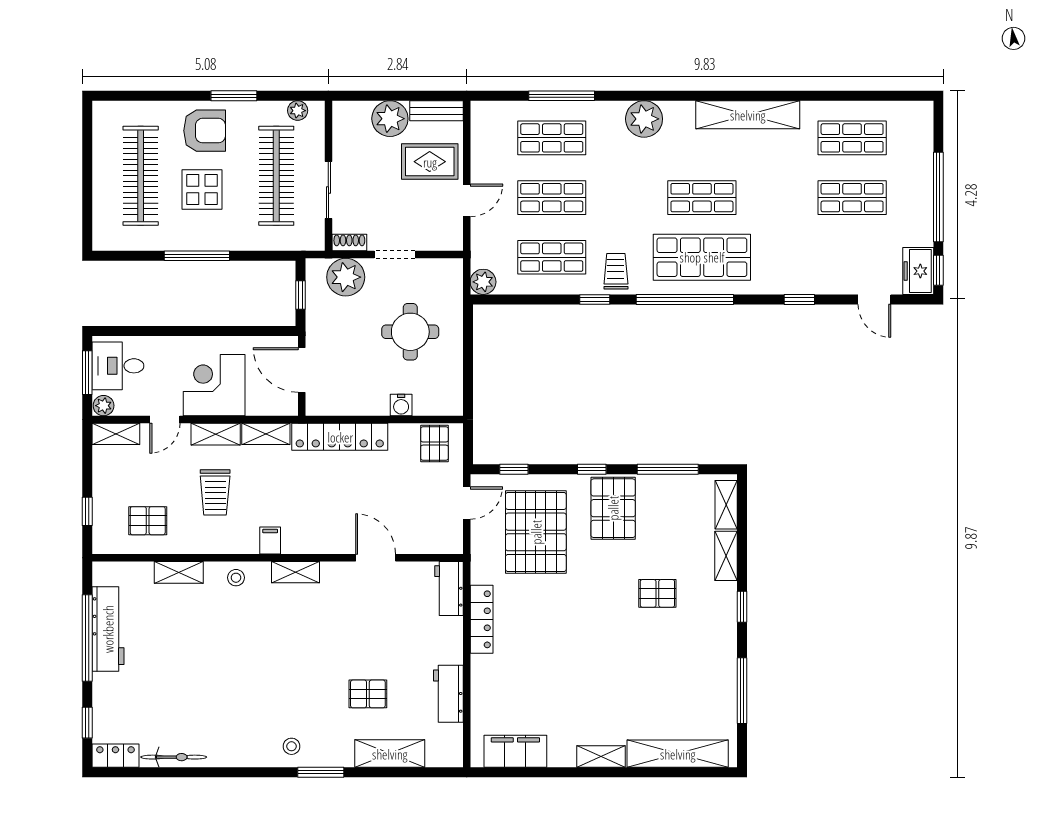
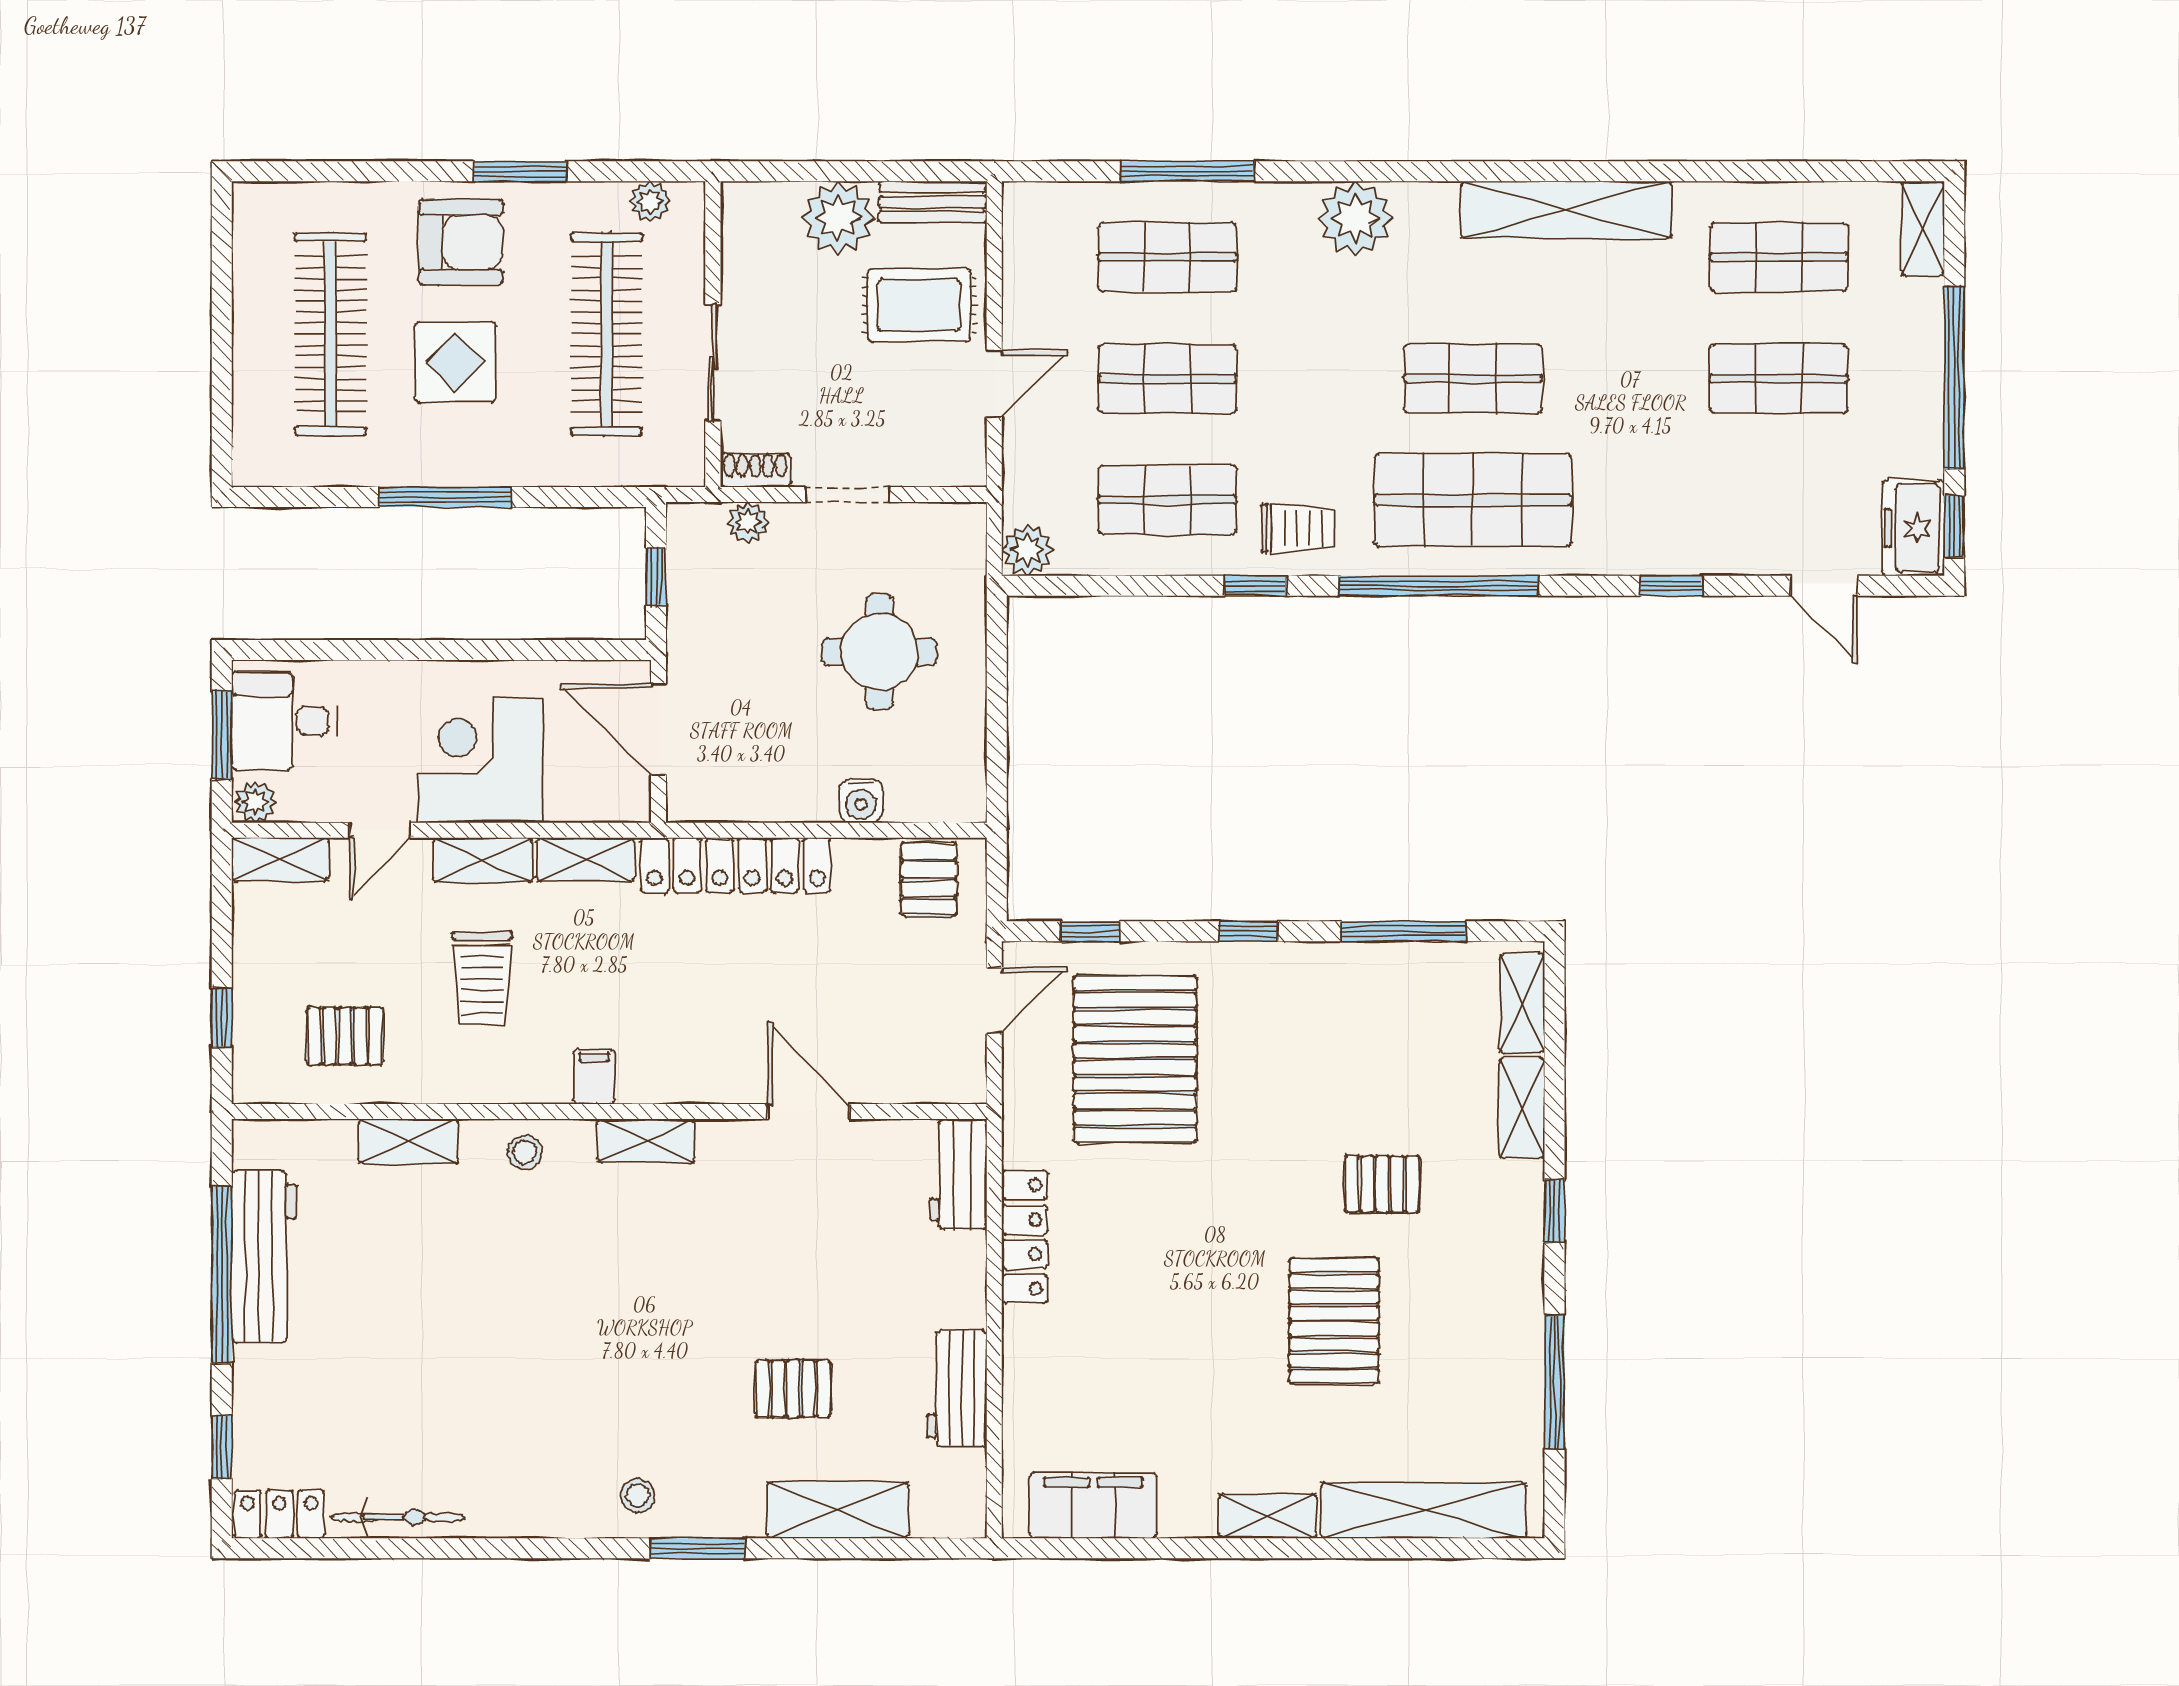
shelving: (923, 124) -> (1923, 229), added
trolley: (616, 271) -> (1298, 529), turned 90
plant: (346, 277) -> (748, 522), width x0.53, depth x0.53
pallet: (613, 508) -> (1334, 1321), moved

